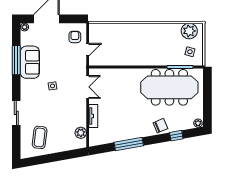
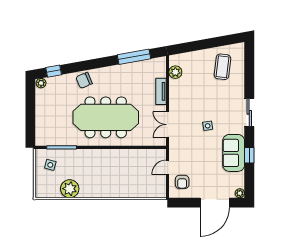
plant: (189, 31) -> (70, 189), moved
window: (16, 60) -> (249, 155), width x0.46
meeting table: (169, 87) -> (106, 117), moved
sliding door: (16, 113) -> (249, 112), moved
window: (176, 136) -> (54, 71), moved
window: (129, 144) -> (134, 57), moved

